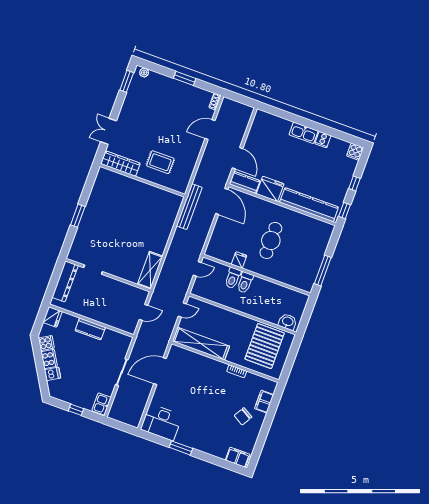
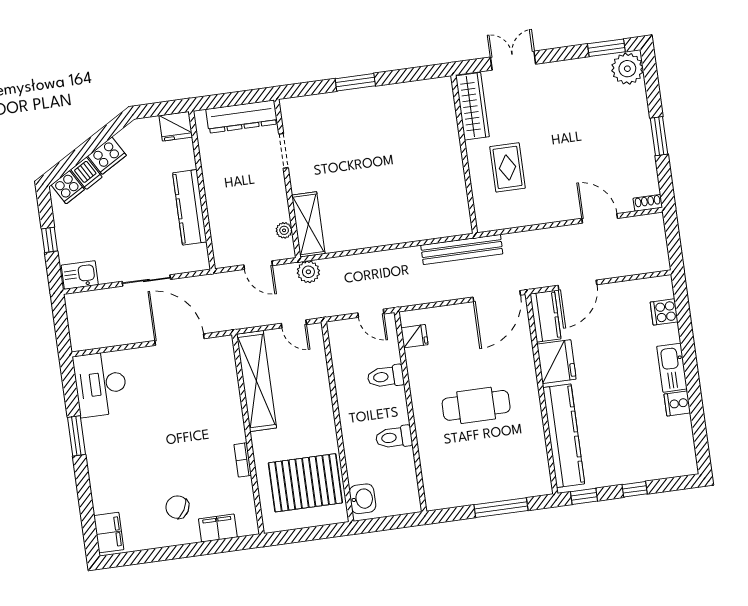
plant: (144, 72) -> (627, 69), width x1.87, depth x1.87
cooker: (355, 152) -> (664, 312), moved
fridge: (239, 260) -> (415, 336), moved
shelving: (150, 270) -> (308, 224), moved, turned 90
window: (323, 271) -> (501, 508), moved
toilet: (245, 283) -> (394, 437), moved
plant: (160, 289) -> (308, 272), added
plant: (133, 290) -> (284, 230), added
kitchen counter: (90, 329) -> (190, 207), width x1.50
cooker: (46, 343) -> (68, 187), moved

